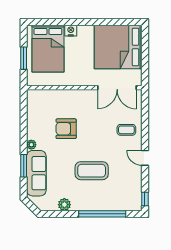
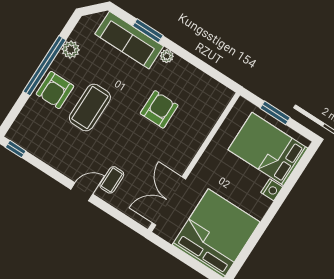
door: (145, 158) -> (82, 192), moved
armchair: (95, 198) -> (55, 90), added
window: (102, 214) -> (44, 66), moved

